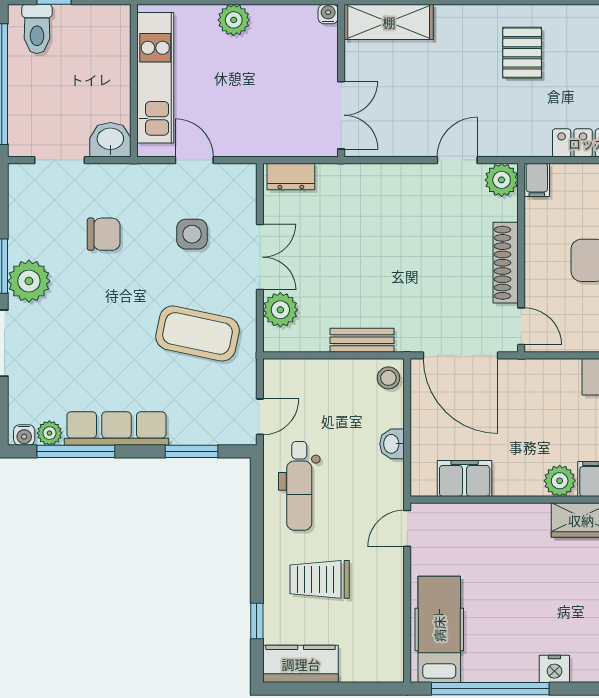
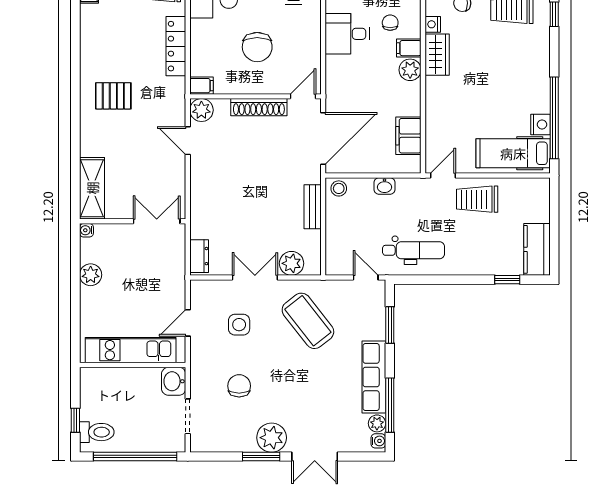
plant: (234, 20) -> (91, 275), moved
coffee table: (197, 333) -> (308, 321), turned -50
door: (407, 528) -> (443, 175), swing flipped
trolley: (320, 579) -> (477, 199), moved, turned 90
nightstand: (554, 669) -> (540, 124), moved

